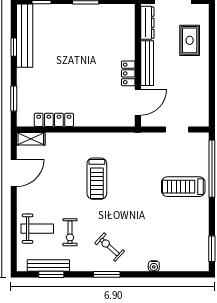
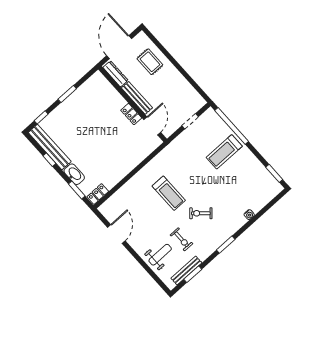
washbasin: (25, 82) -> (74, 174), added
locker: (54, 120) -> (98, 194), moved, width x0.66
shelving: (31, 139) -> (108, 205), removed
exercise bike: (110, 247) -> (201, 213), moved

